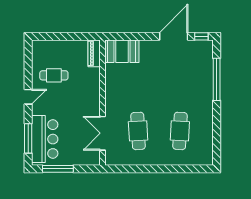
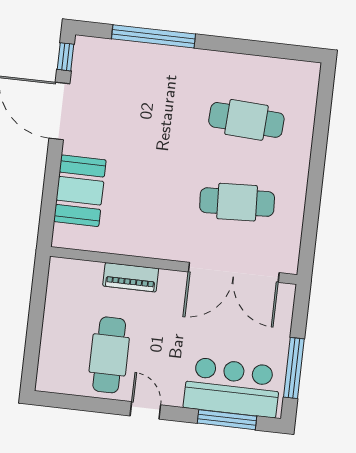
booth: (122, 51) -> (80, 191), moved
piano: (94, 53) -> (131, 277), moved
cafe table: (54, 75) -> (109, 355), width x1.37, depth x1.35
double door: (103, 133) -> (234, 272), width x1.36

